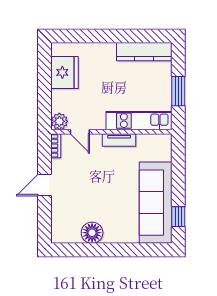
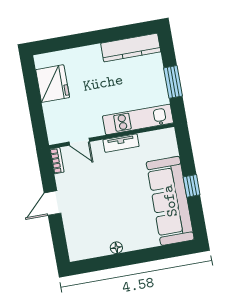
plant: (59, 121) -> (56, 135), removed
window: (178, 217) -> (192, 186), moved
floor lamp: (92, 233) -> (116, 248), width x0.53, depth x0.53

